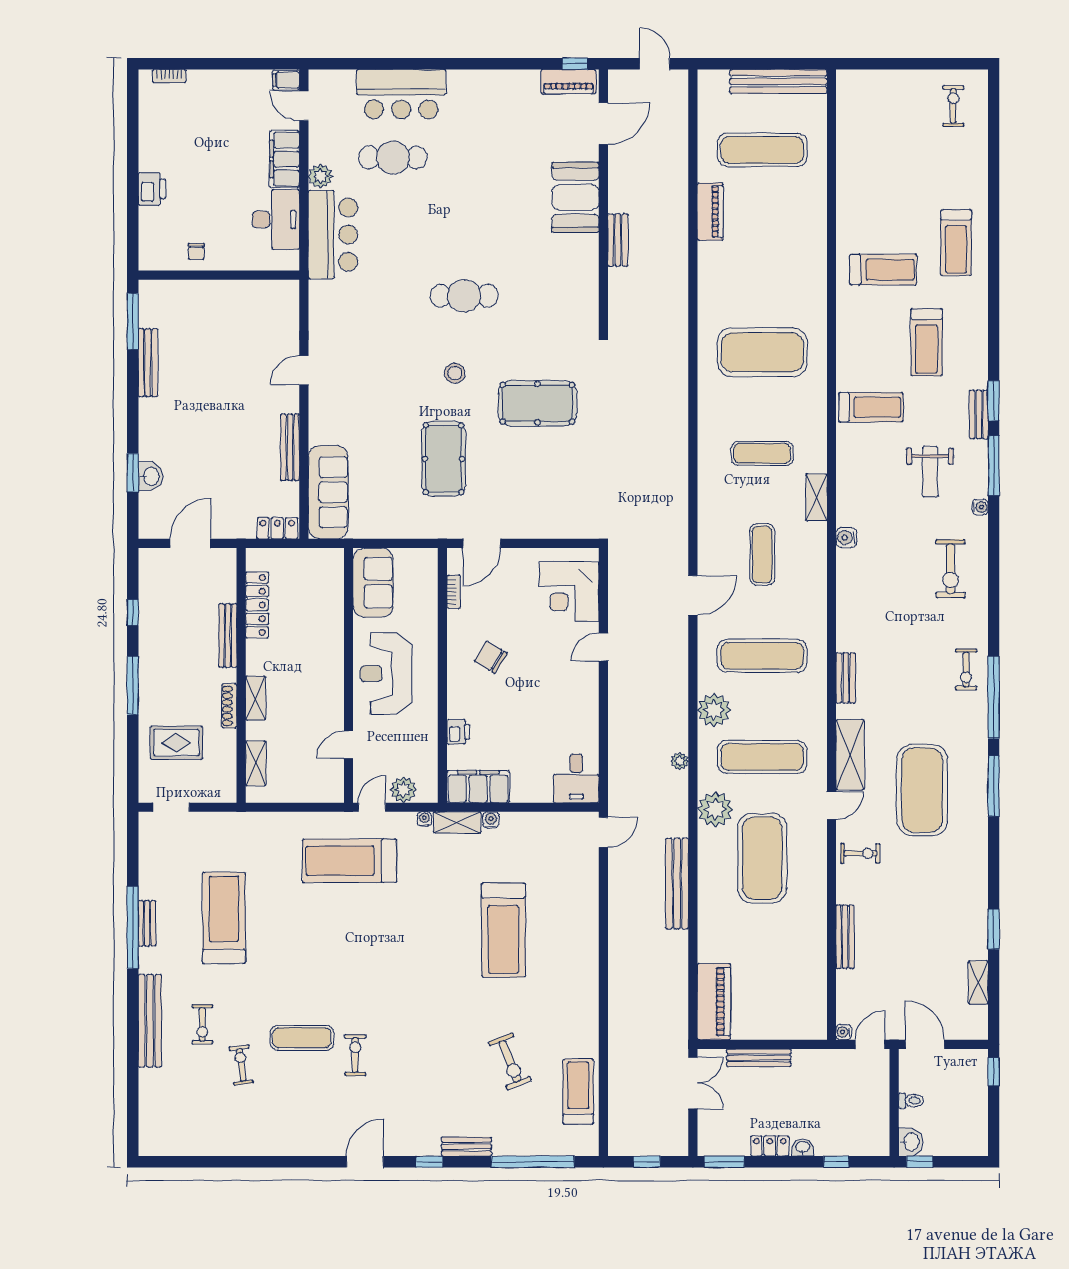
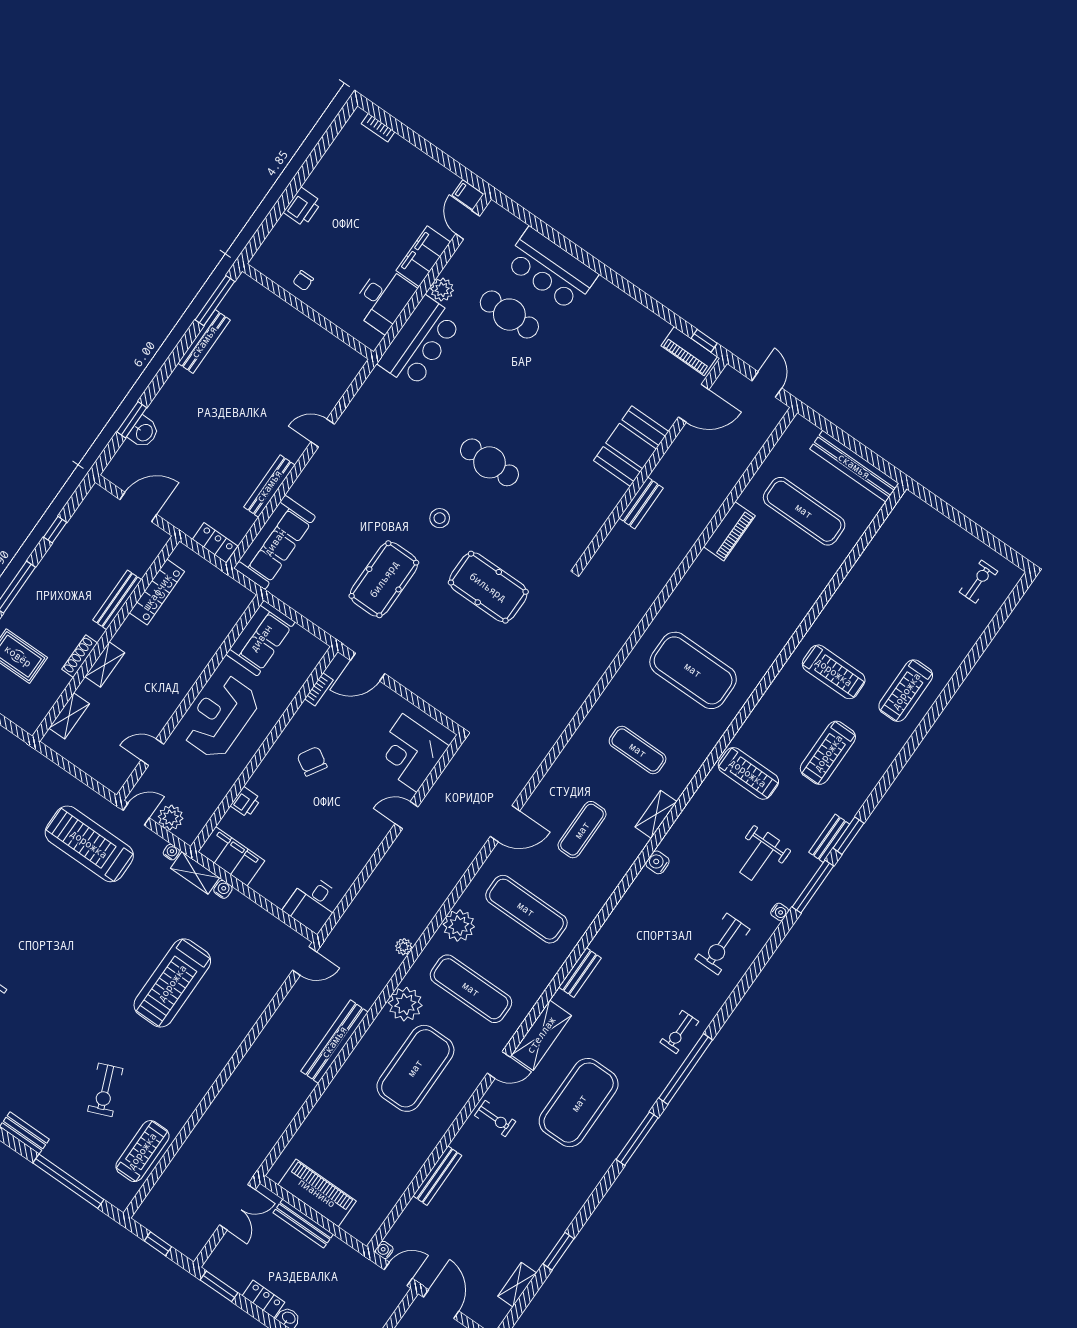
piano: (714, 1002) -> (317, 1193), moved, turned -90

